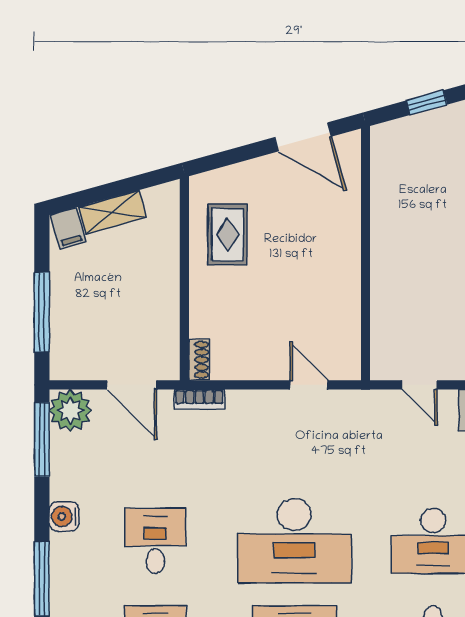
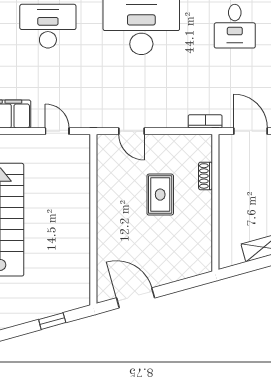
rug: (228, 234) -> (160, 195), moved
shoe rack: (199, 360) -> (205, 176), moved

